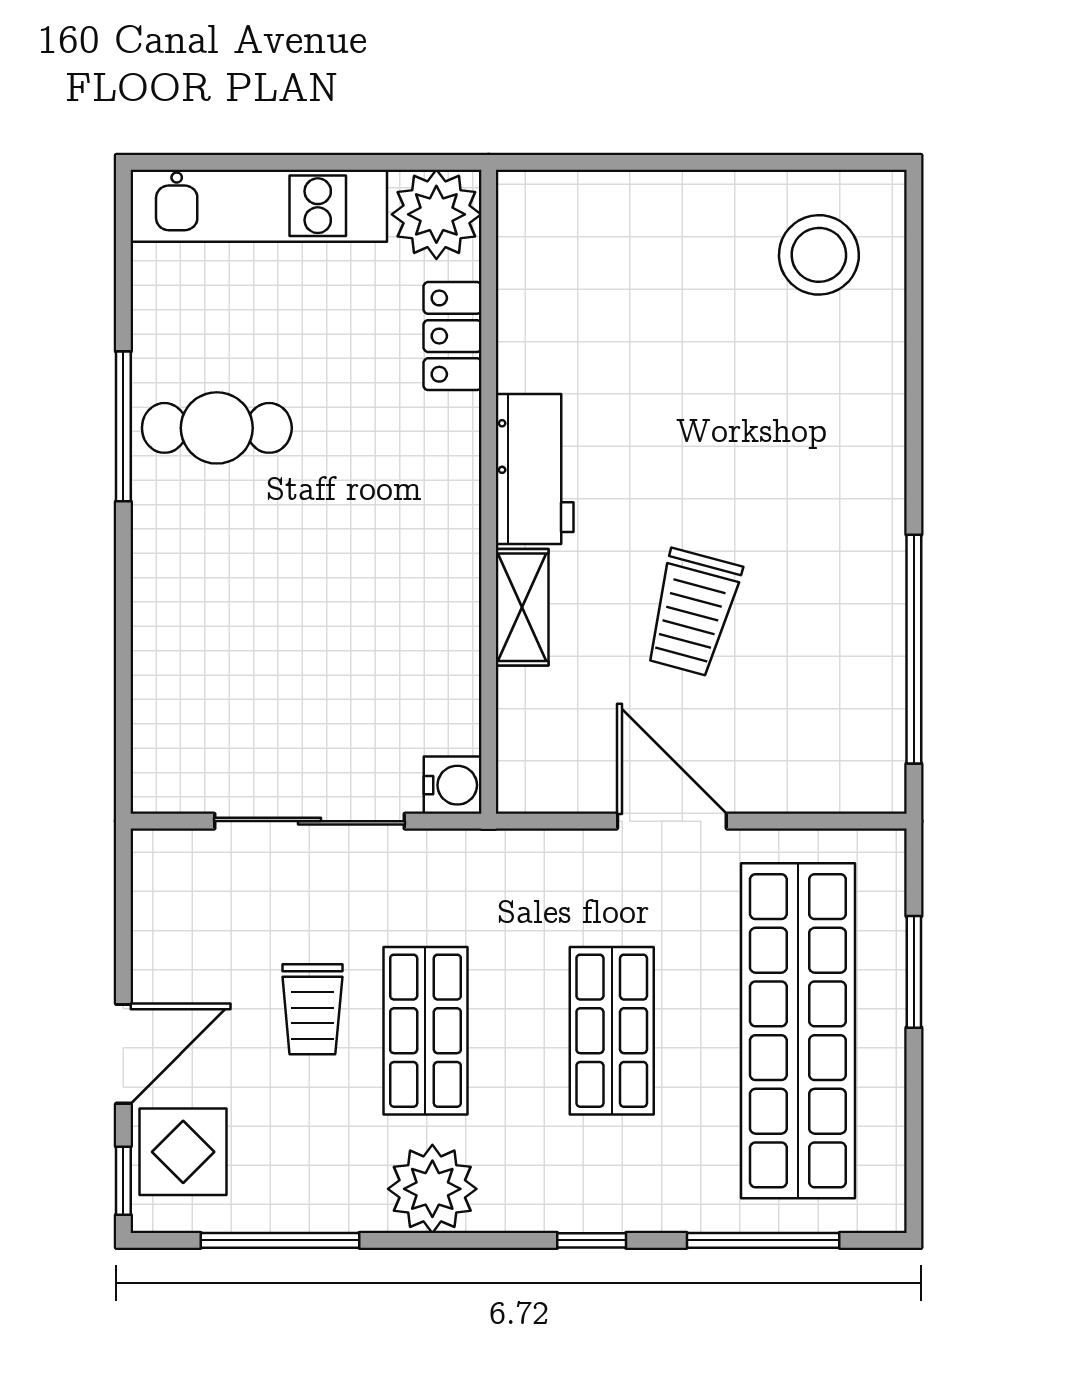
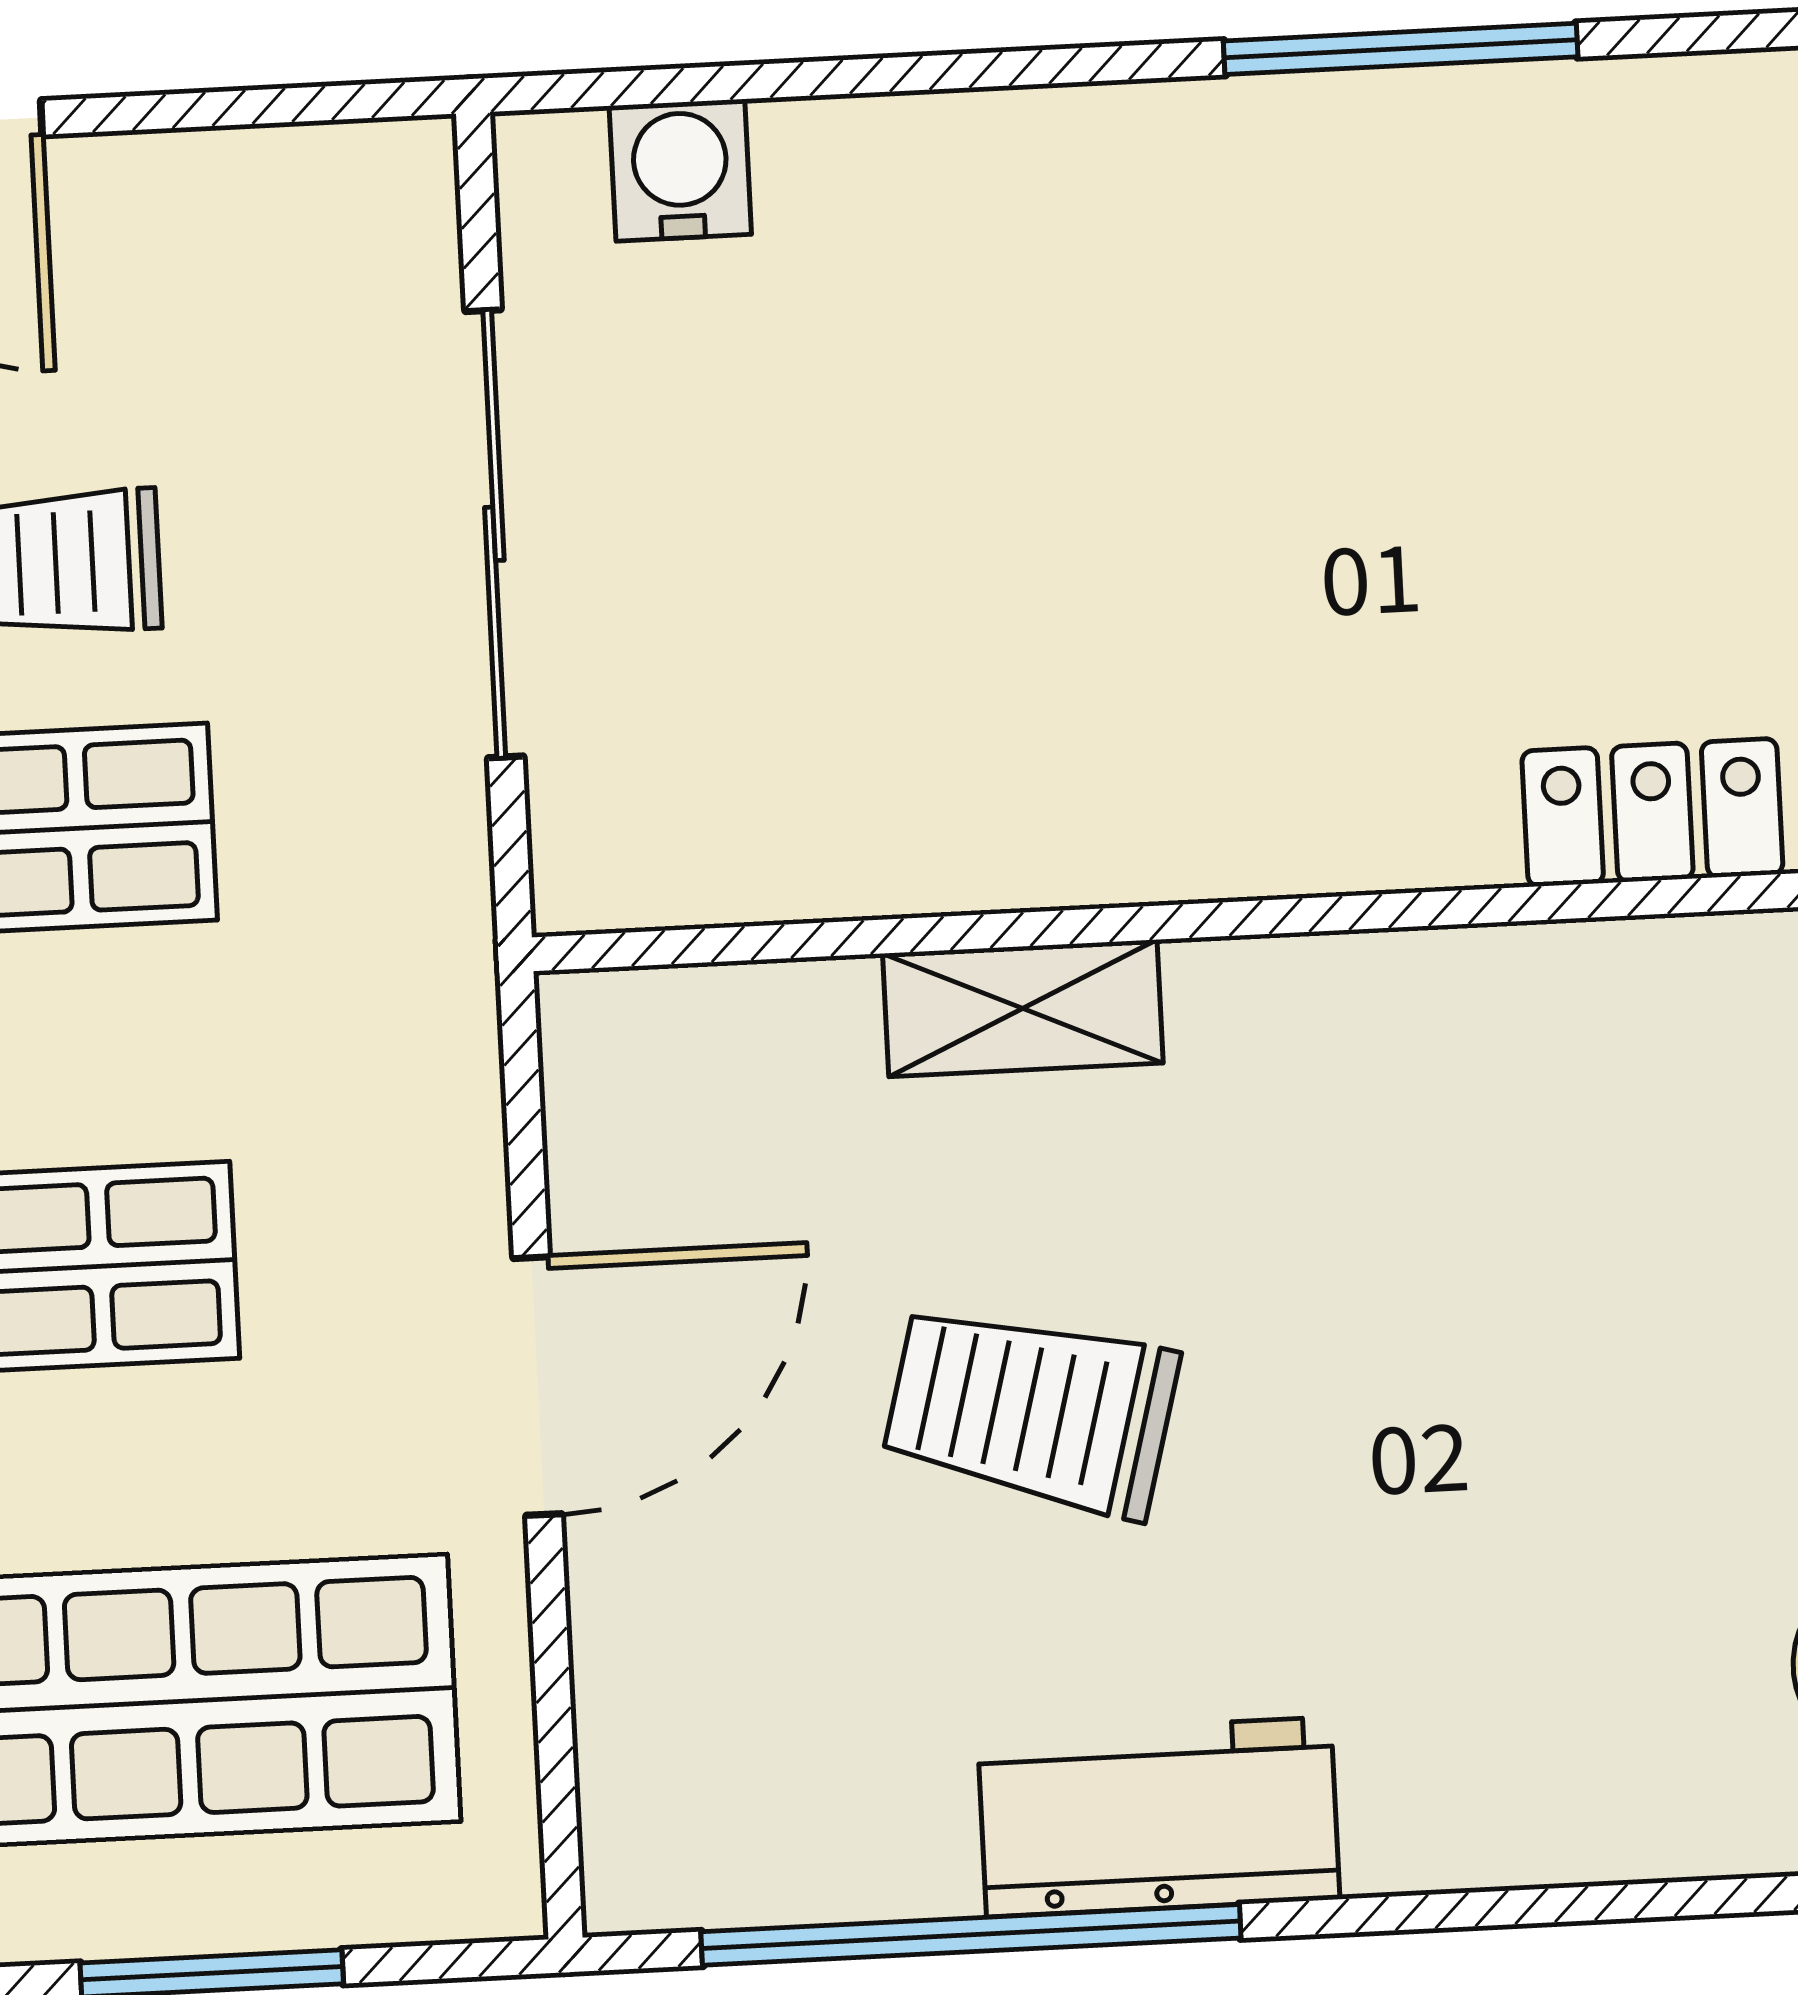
cafe table: (217, 428) -> (1408, 269), removed
workbench: (535, 469) -> (1159, 1817), moved, turned 180
water cooler: (453, 785) -> (680, 170), moved, turned 180

